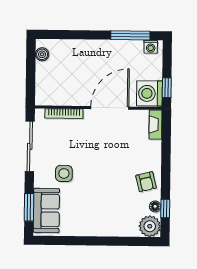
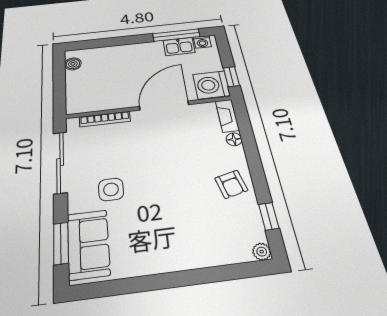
kitchen sink: (131, 49) -> (179, 47), added
floor lamp: (155, 206) -> (234, 139), moved
plant: (150, 226) -> (262, 252), width x0.53, depth x0.53

